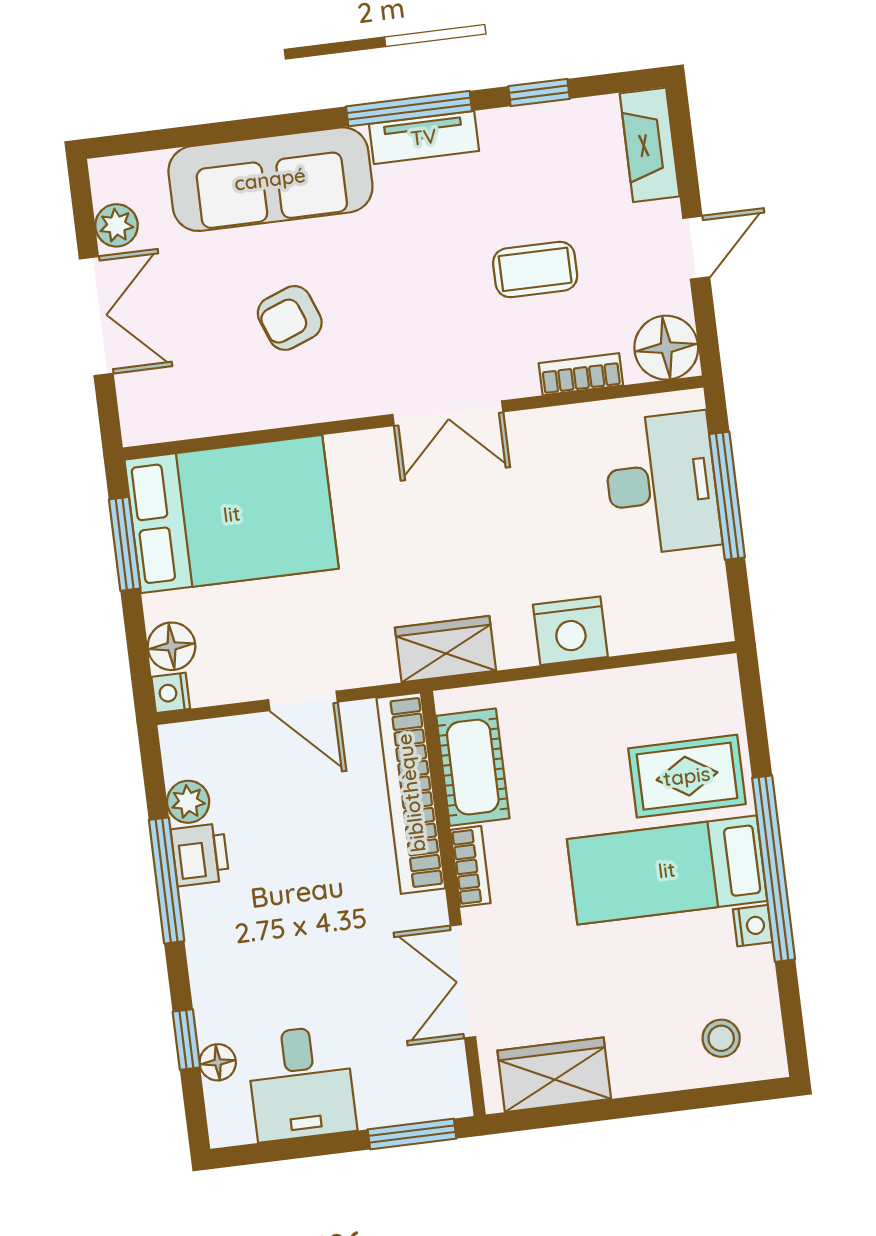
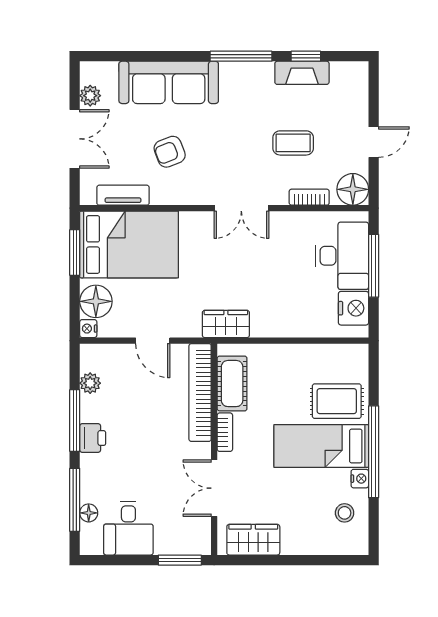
tv unit: (424, 137) -> (123, 195), moved, turned 180
fireplace: (650, 145) -> (302, 73), moved, turned -90
nightstand: (570, 631) -> (354, 308), moved, turned -90
floor lamp: (172, 646) -> (96, 301), width x1.38, depth x1.38
printer: (200, 855) -> (93, 438), moved
stool: (721, 1038) -> (345, 513), moved
window: (186, 1040) -> (75, 500), width x2.17

